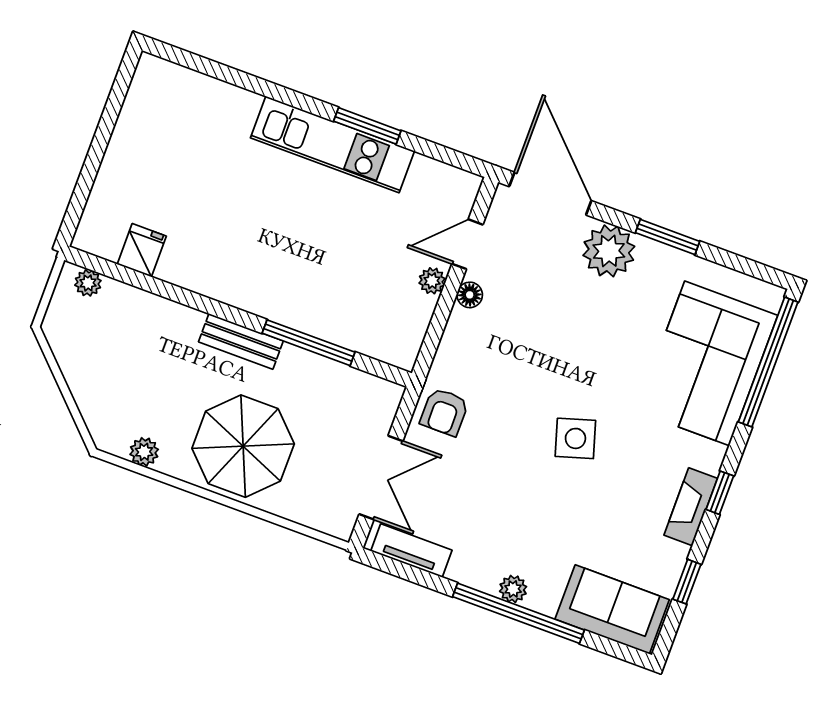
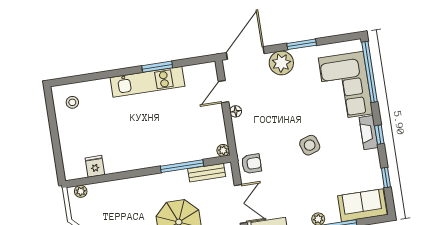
stool: (167, 104) -> (72, 102), added
door: (550, 194) -> (245, 53), hinge flipped
plant: (432, 281) -> (223, 150), moved
bench: (241, 341) -> (207, 173), moved
armchair: (444, 412) -> (251, 164), turned -90
fireplace: (691, 507) -> (369, 132), moved

